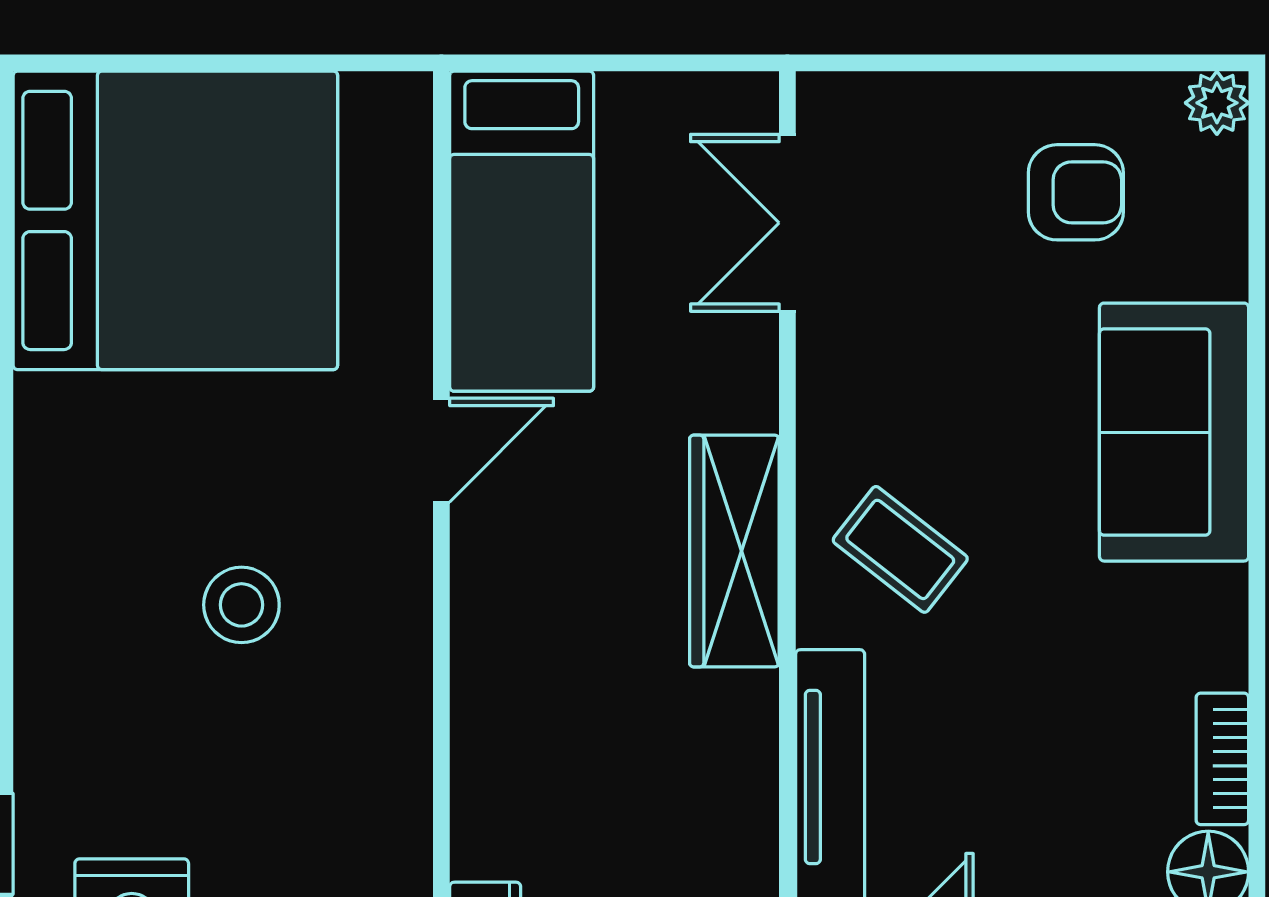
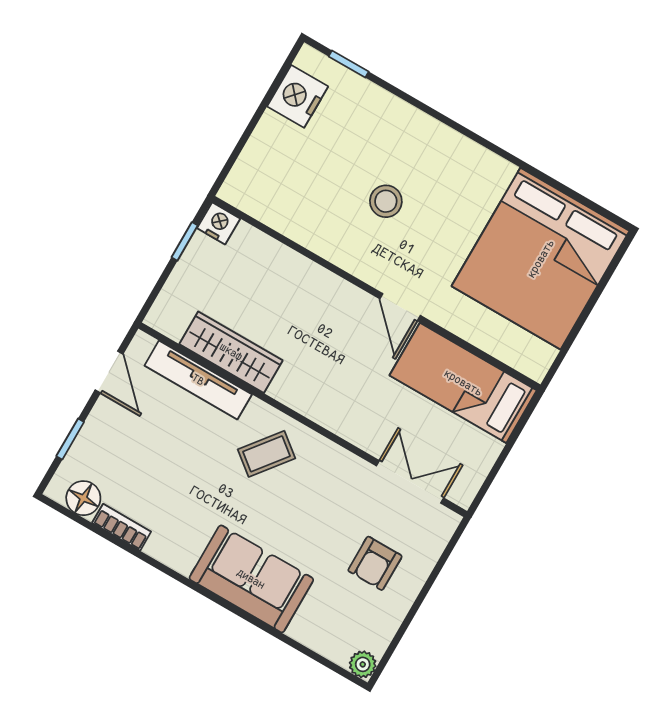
armchair: (1076, 192) -> (375, 563), moved
wardrobe: (734, 551) -> (231, 352), moved

